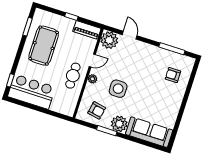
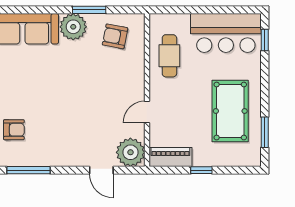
cafe table: (73, 76) -> (169, 56), moved
plant: (92, 79) -> (137, 83), removed
side table: (118, 89) -> (92, 81), removed

